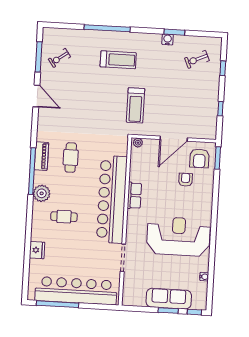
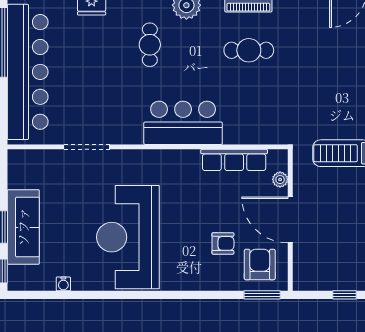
plant: (138, 143) -> (280, 180), moved
armchair: (199, 158) -> (260, 265), turned 90
row of seats: (134, 196) -> (234, 160), moved, width x1.48
bar counter: (112, 199) -> (183, 123), width x0.54
reception desk: (178, 236) -> (128, 237), turned 180

